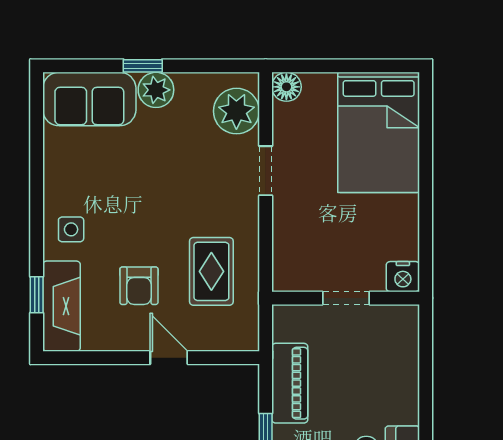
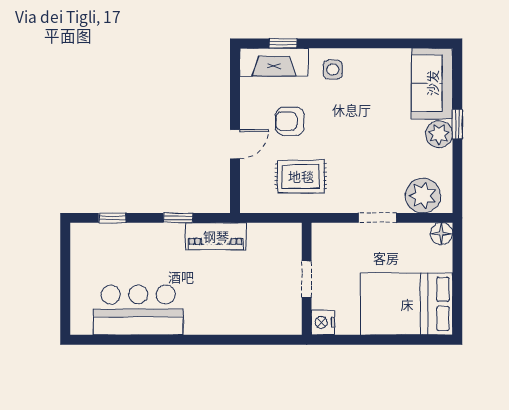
nightstand: (403, 277) -> (323, 322), moved
doorway: (346, 298) -> (307, 279), moved
wall: (346, 298) -> (307, 279), moved

